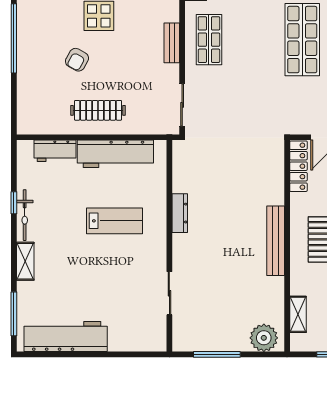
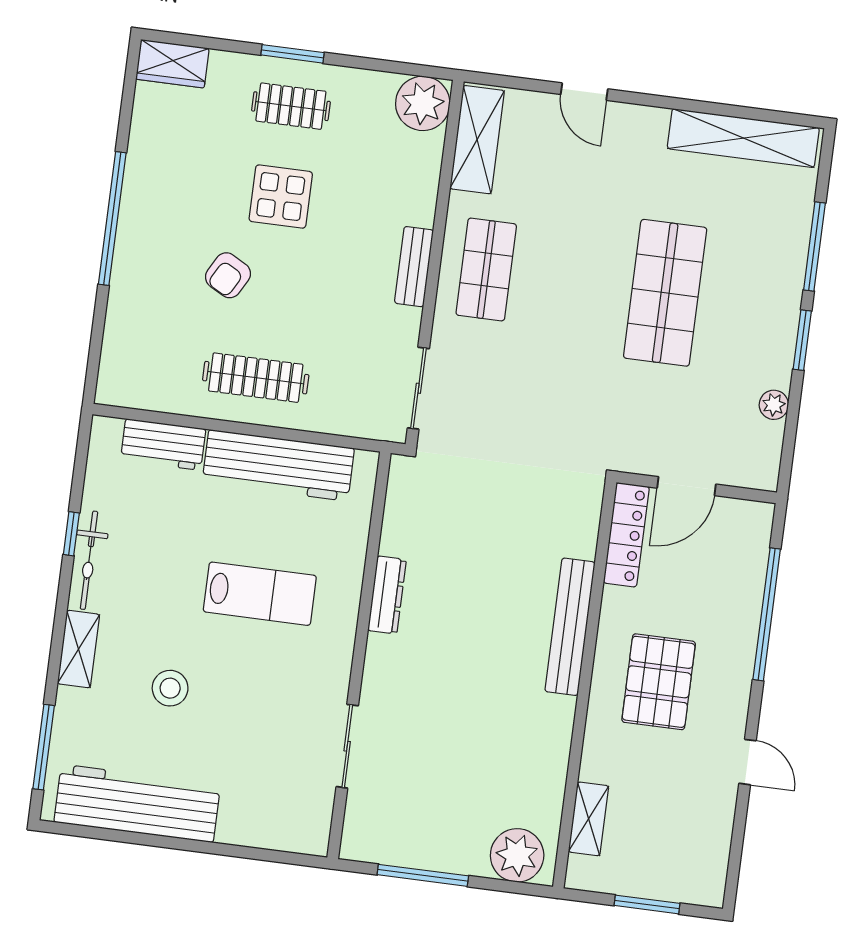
bench: (276, 241) -> (570, 627), moved
stool: (75, 275) -> (170, 688), added

